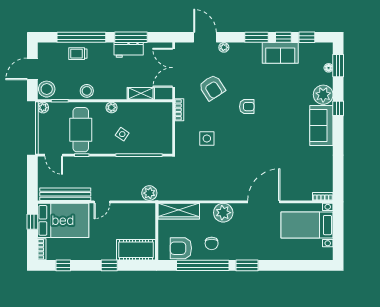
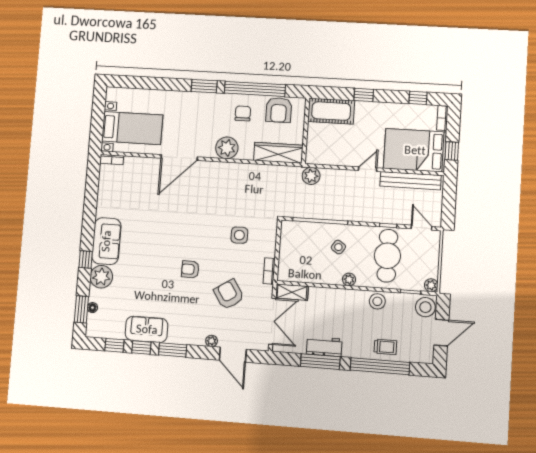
shelving: (141, 93) -> (292, 292), moved
armchair: (181, 248) -> (279, 110), turned 90

